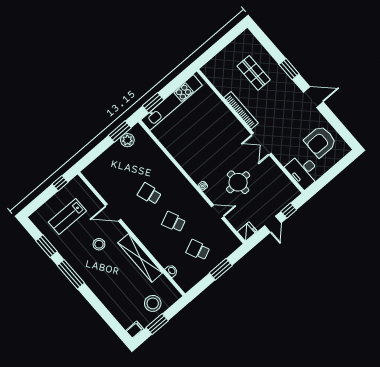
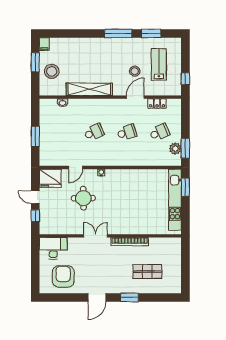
locker: (102, 189) -> (157, 104), added
fridge: (247, 232) -> (50, 178), width x1.88, depth x1.34
stool: (99, 244) -> (135, 71), moved
school desk: (198, 250) -> (159, 132), moved

